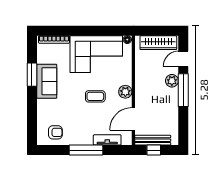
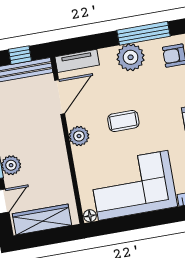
plant: (84, 136) -> (131, 57), added
tv unit: (107, 140) -> (77, 61), moved
window: (86, 150) -> (143, 33), moved

